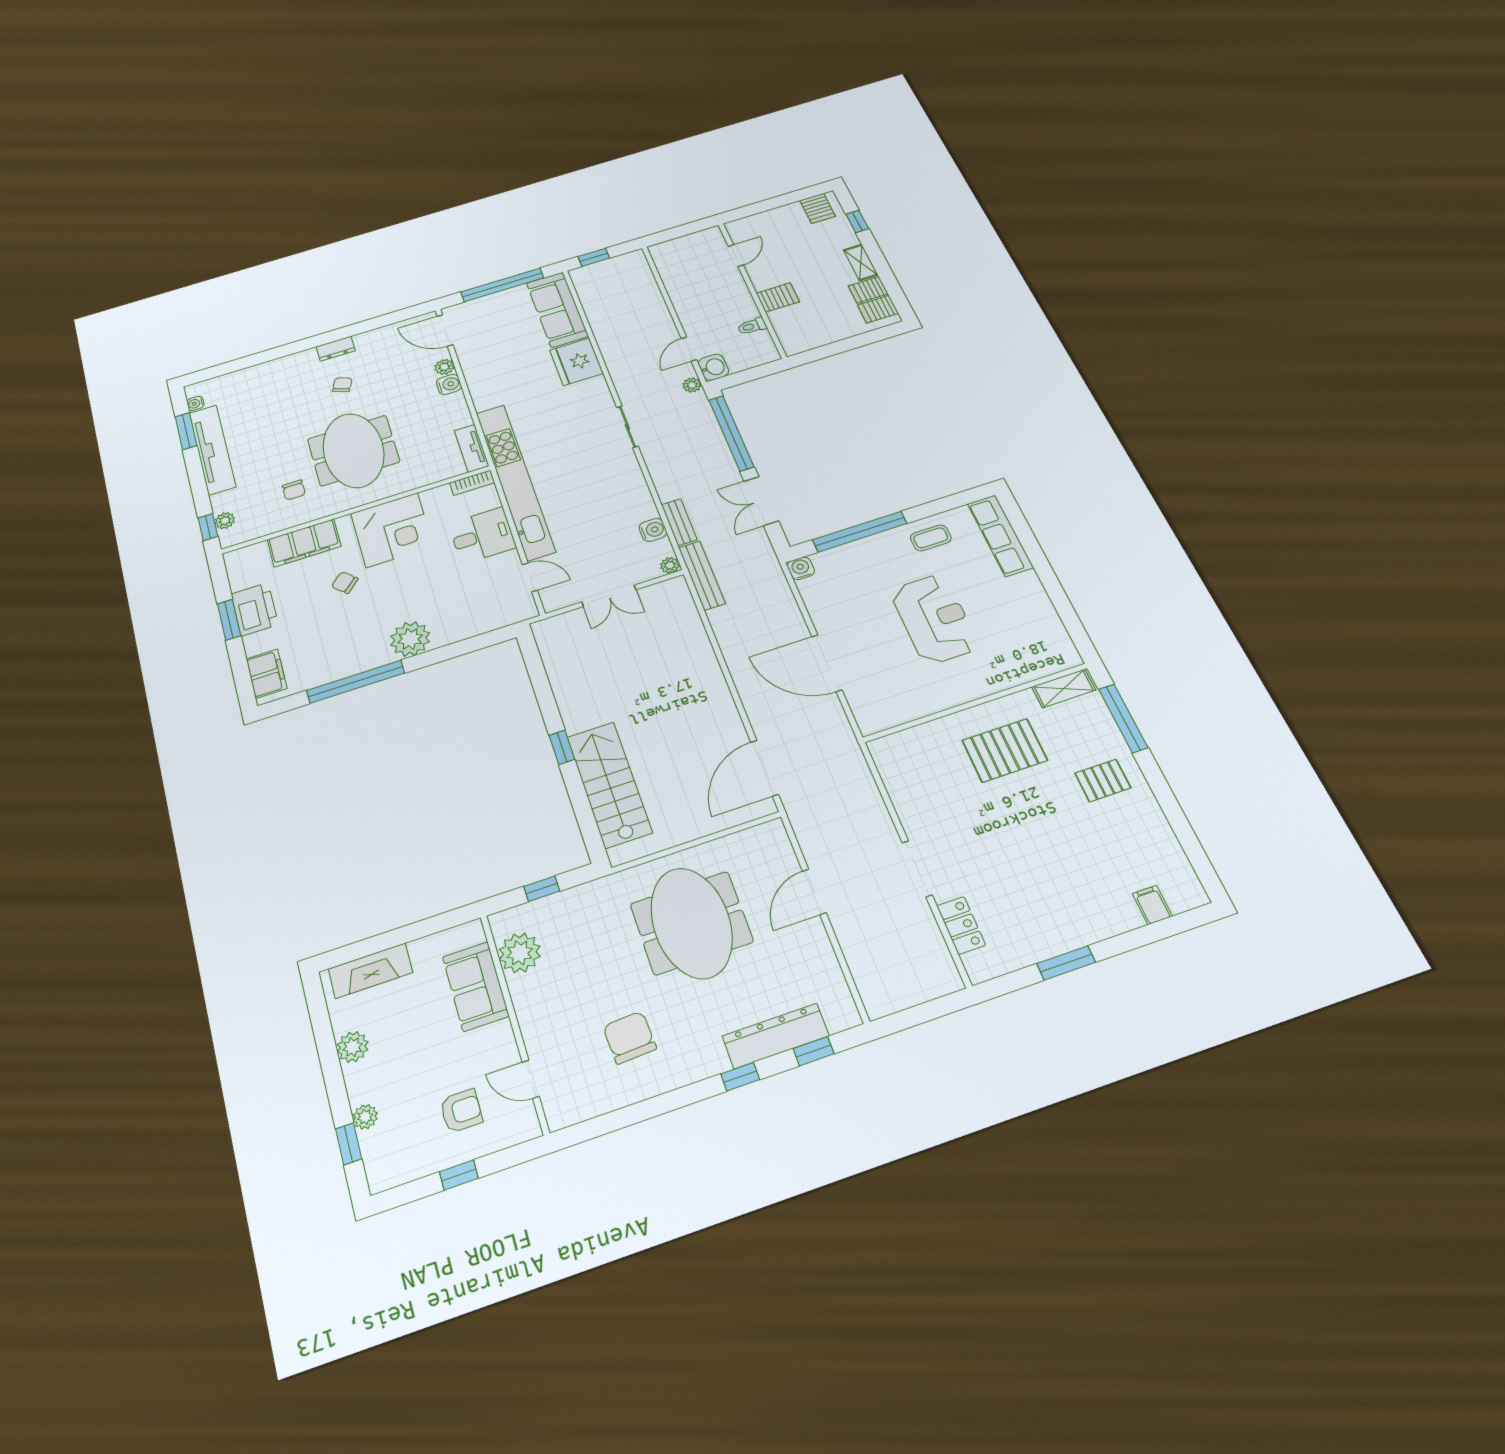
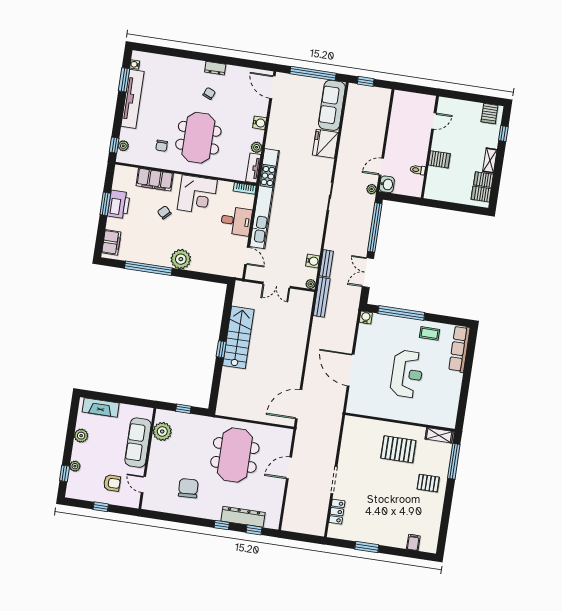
plant: (444, 367) -> (257, 147), moved
stairs: (609, 784) -> (238, 337), moved
sofa: (476, 986) -> (138, 443), width x1.36

